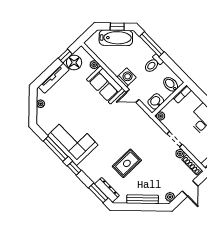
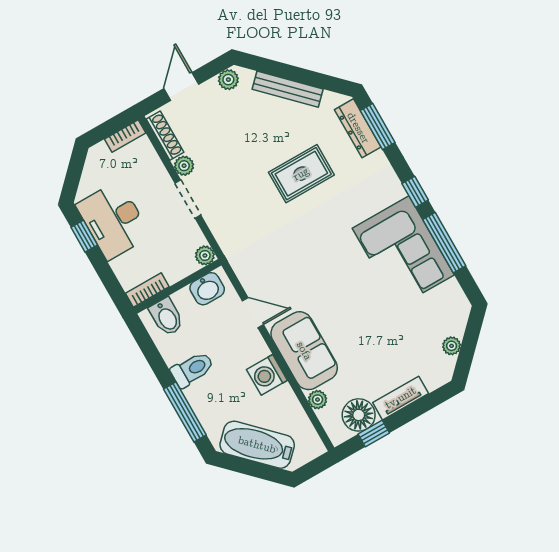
window: (117, 27) -> (248, 468), removed
washing machine: (127, 77) -> (267, 375), moved
tv unit: (54, 78) -> (401, 398), width x0.71

